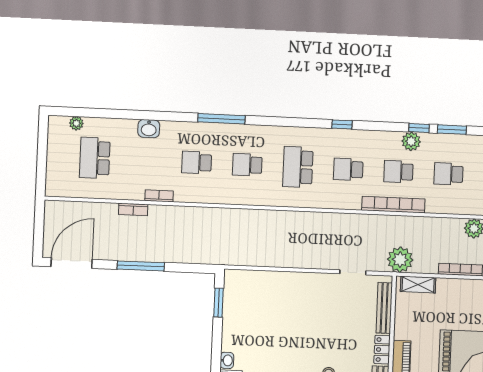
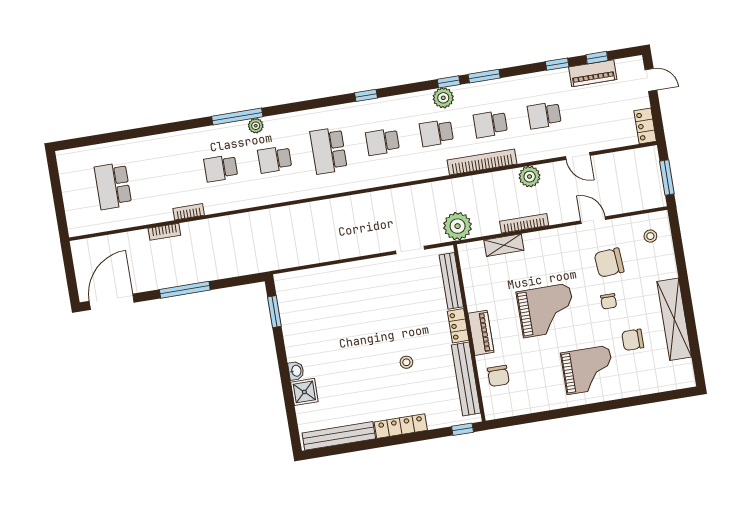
plant: (76, 123) -> (256, 126), moved
washbasin: (149, 129) -> (163, 143), removed
bookcase: (393, 205) -> (482, 162), moved
shelving: (418, 285) -> (504, 245), moved

